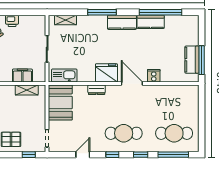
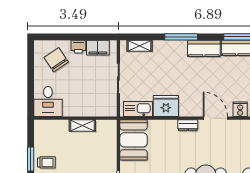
fridge: (106, 73) -> (166, 106), moved
filing cabinet: (22, 76) -> (98, 48), moved, turned 180
shelving: (27, 90) -> (82, 126), moved
dresser: (97, 90) -> (188, 125), moved

